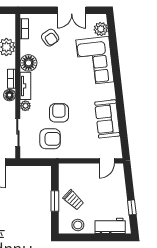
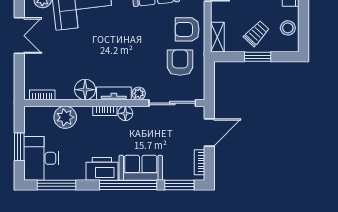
armchair: (50, 38) -> (53, 63), removed
armchair: (59, 113) -> (187, 29), moved
sliding door: (18, 133) -> (172, 103), width x1.37
shelving: (71, 169) -> (217, 37), added

